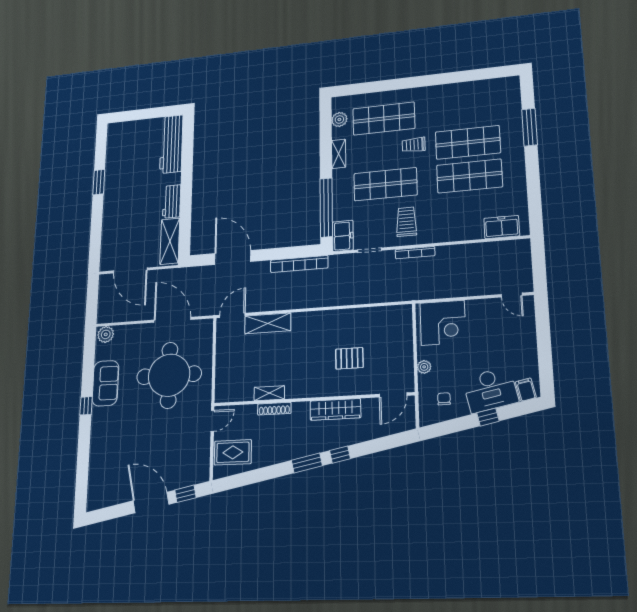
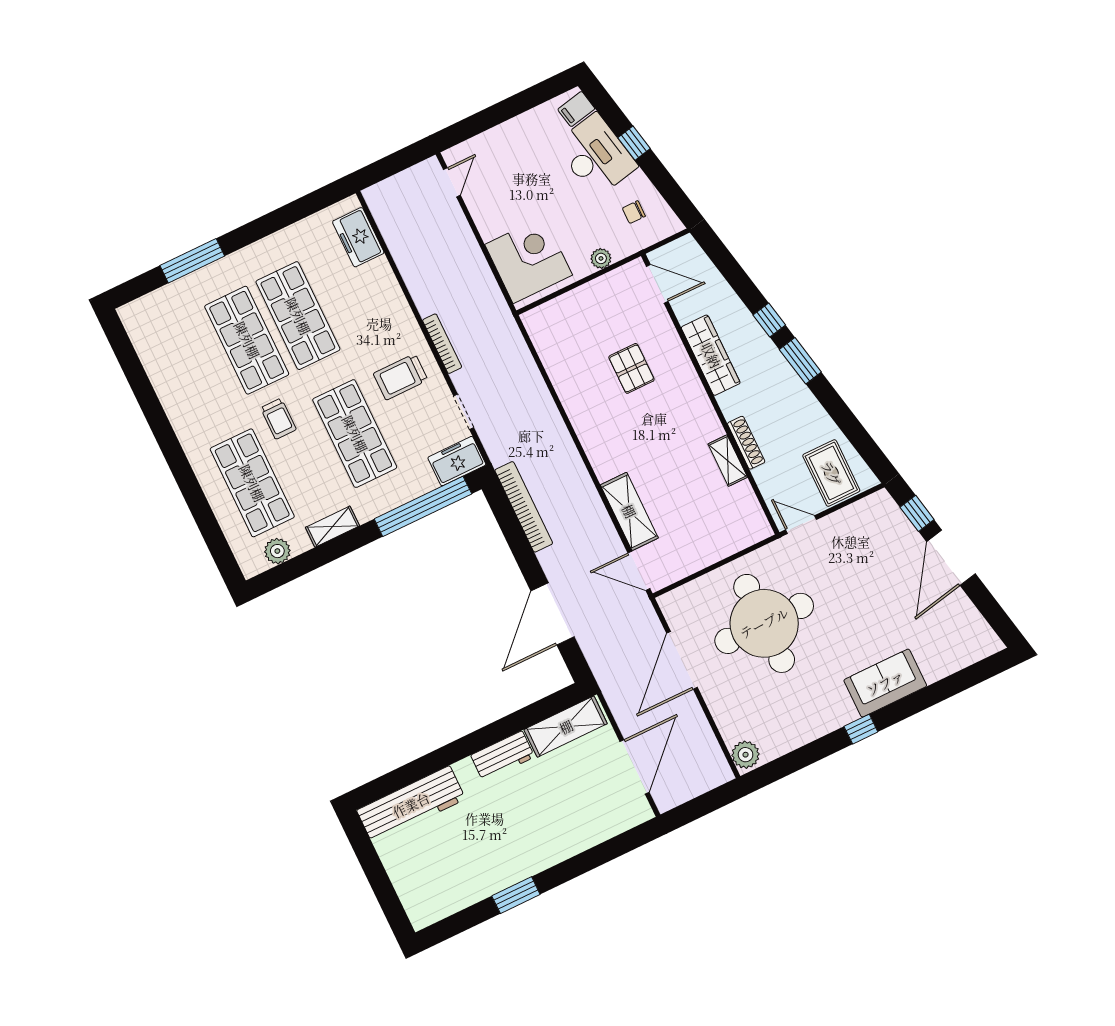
sofa: (105, 383) -> (885, 683), moved

